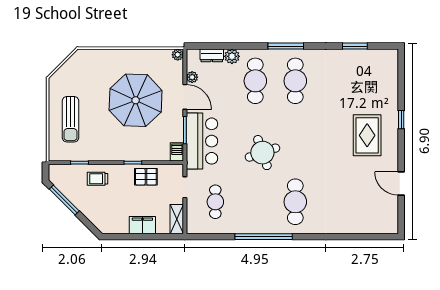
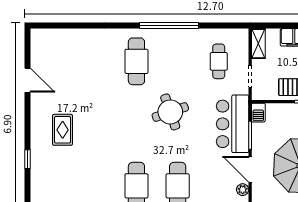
window: (401, 120) -> (28, 159), moved
rug: (367, 135) -> (63, 130), width x0.73, depth x0.70

